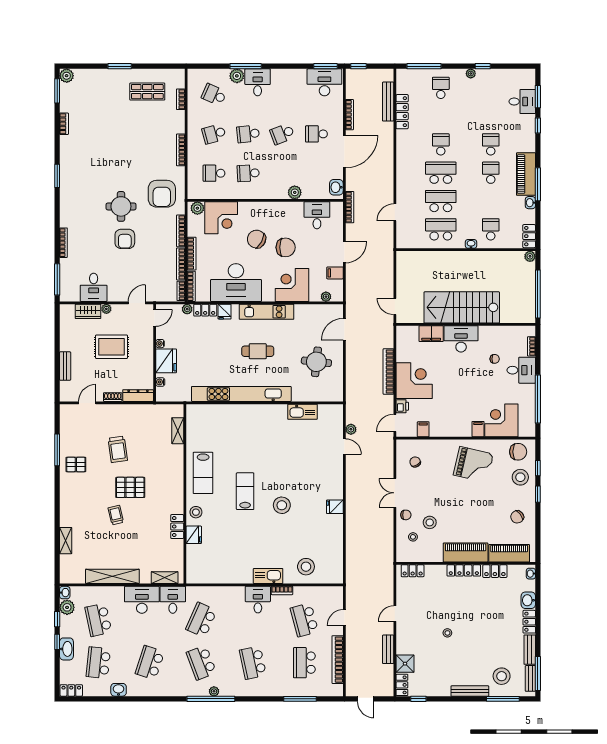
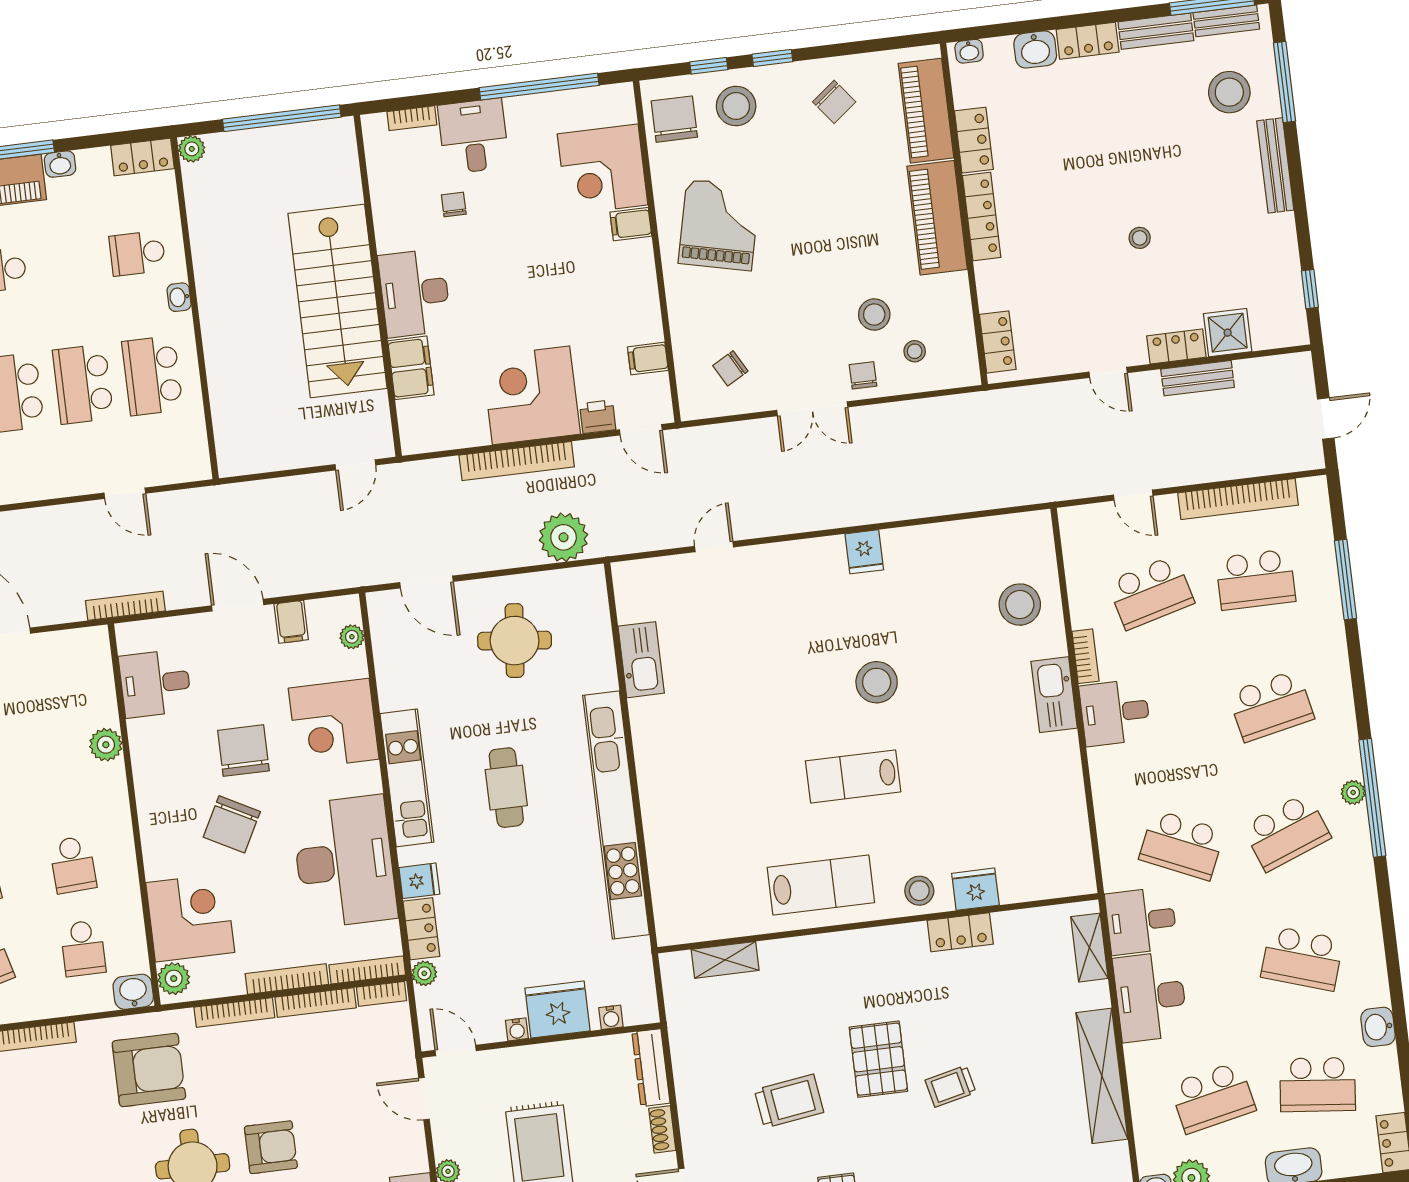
washbasin: (336, 187) -> (133, 992), moved, turned 180
plant: (351, 429) -> (564, 537), moved, width x1.87, depth x1.87
locker: (402, 685) -> (1176, 347), moved

